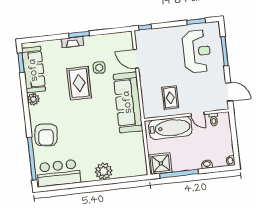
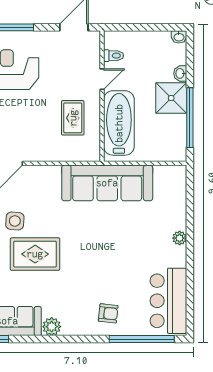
rug: (170, 98) -> (73, 118), turned 90
sofa: (128, 102) -> (107, 183), moved
armchair: (46, 135) -> (108, 313), width x0.53, depth x0.53
shower: (161, 163) -> (171, 98), moved
plant: (104, 171) -> (180, 238), width x0.53, depth x0.53

